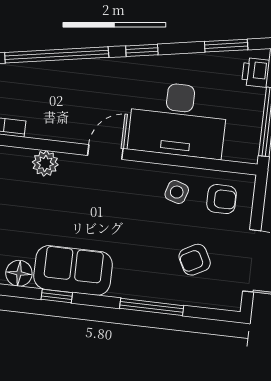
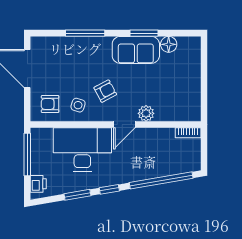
window: (226, 46) -> (77, 195), moved
plant: (45, 163) -> (146, 113), moved
armchair: (195, 260) -> (105, 91), moved
window: (57, 296) -> (144, 33), width x1.50

